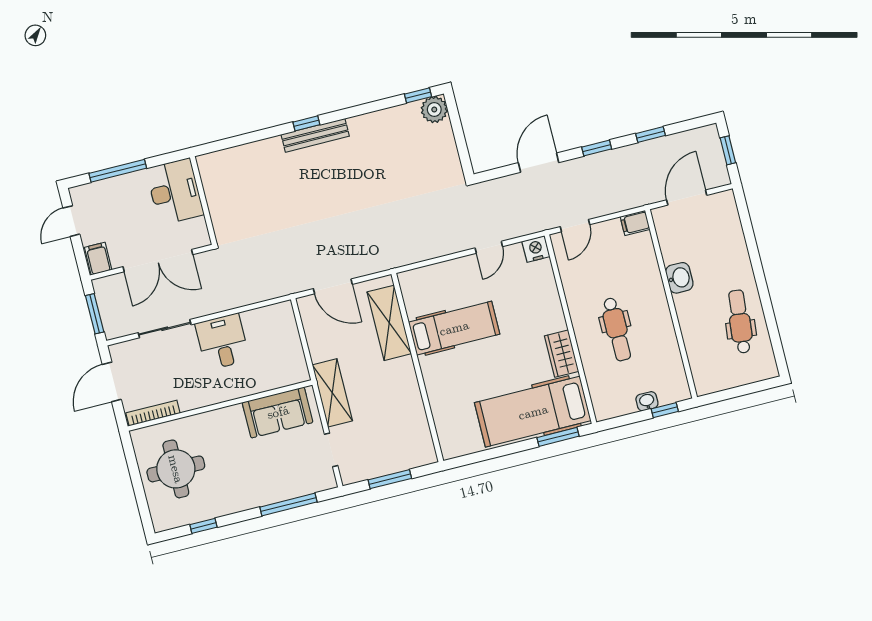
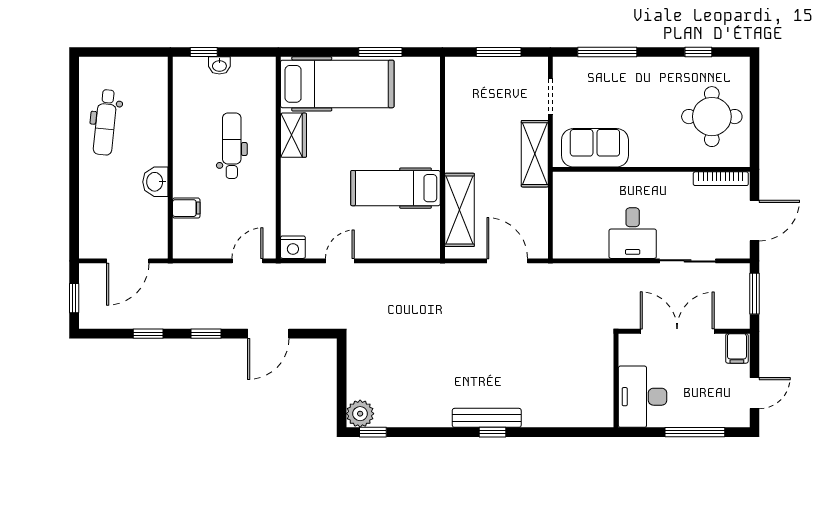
filing cabinet: (635, 223) -> (186, 208), moved
window: (558, 437) -> (380, 52), moved

